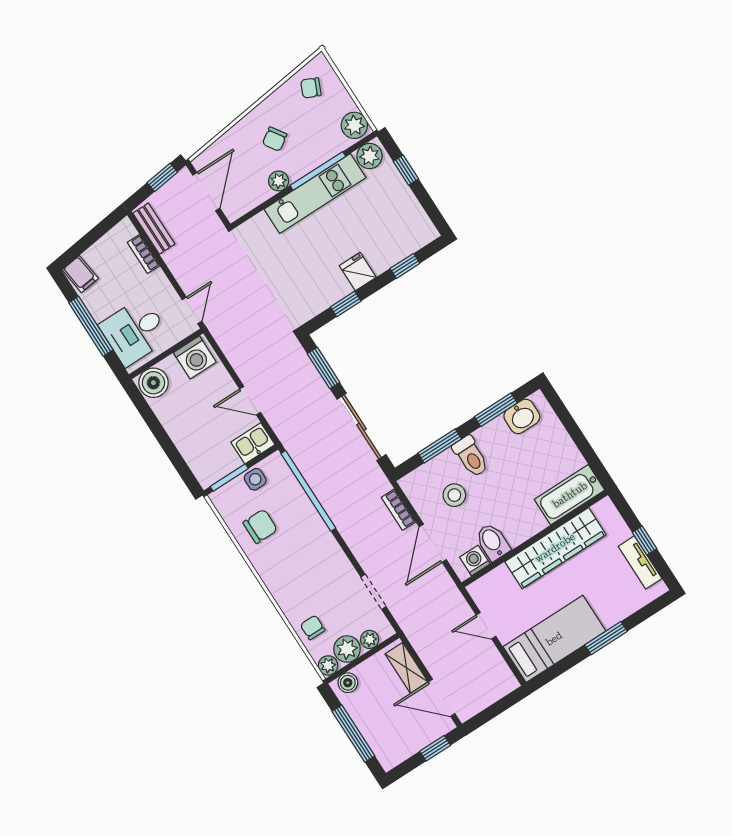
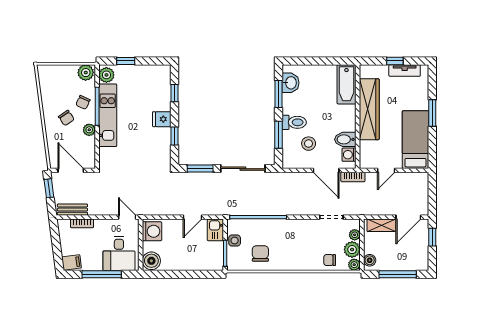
chair: (311, 88) -> (83, 102), moved
bookcase: (398, 510) -> (353, 177), moved

